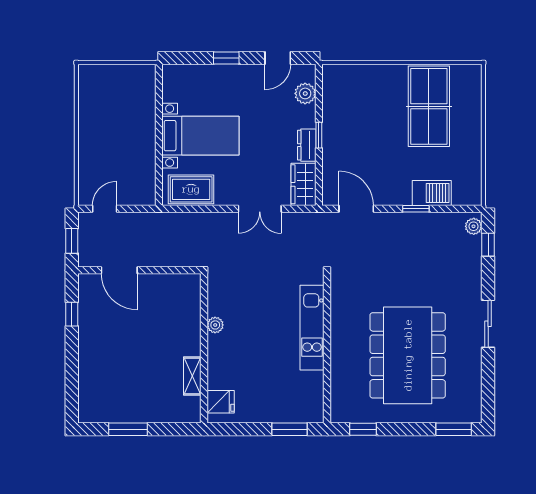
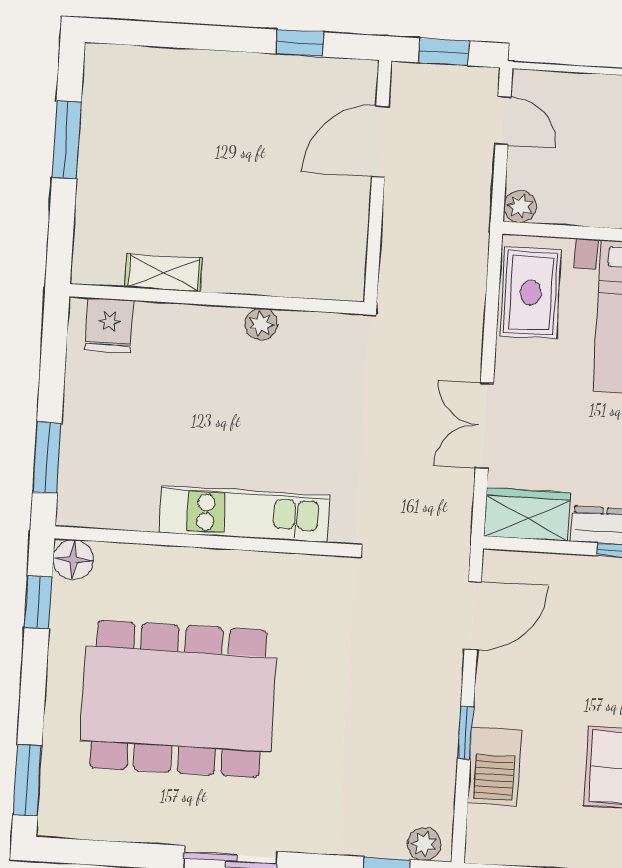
plant: (148, 198) -> (520, 206), added
floor lamp: (340, 413) -> (73, 560), added

